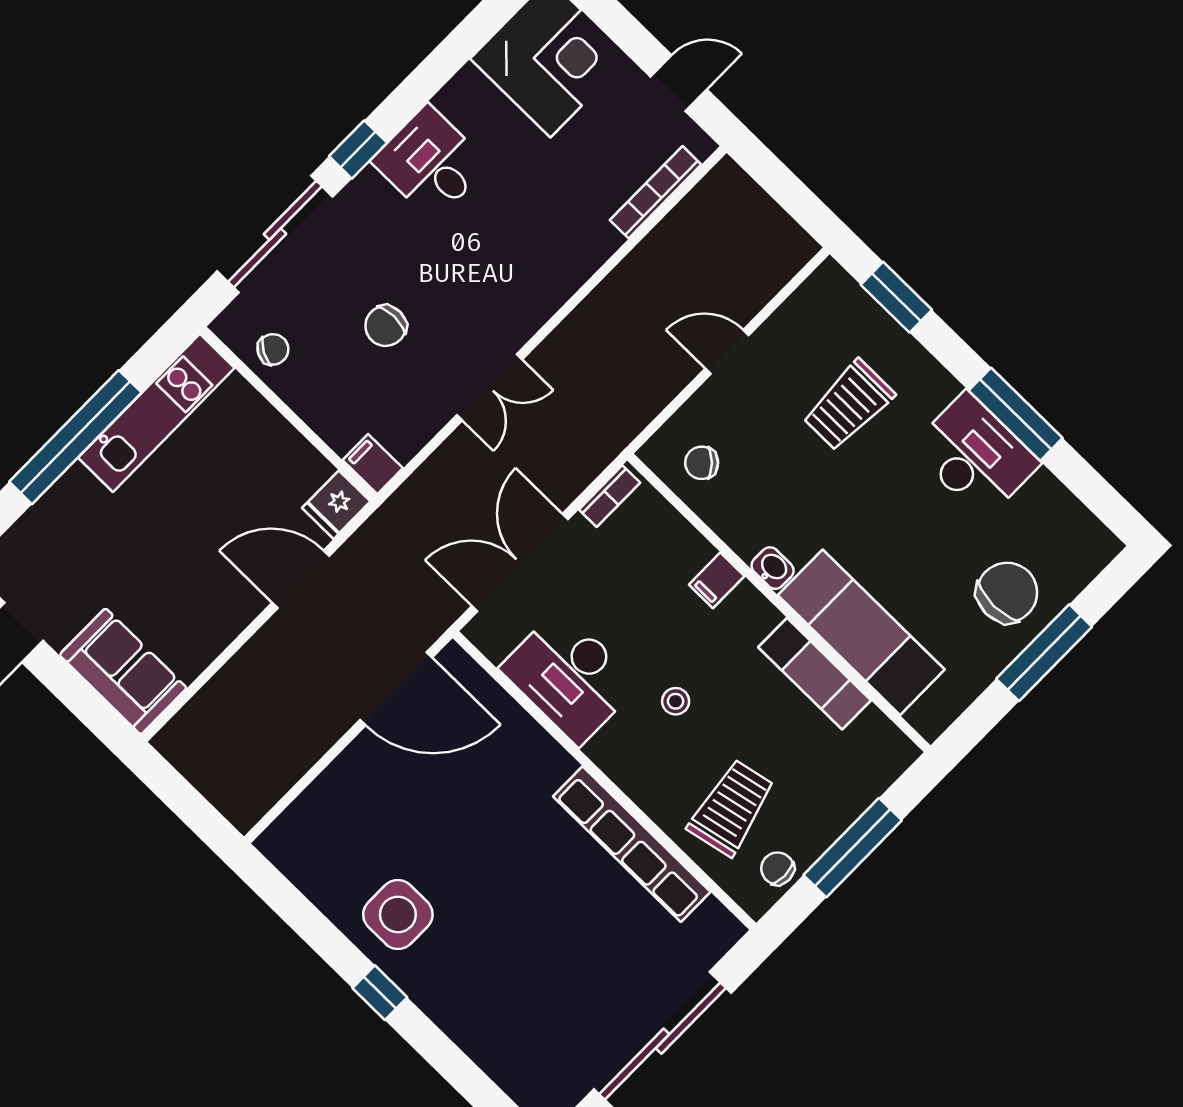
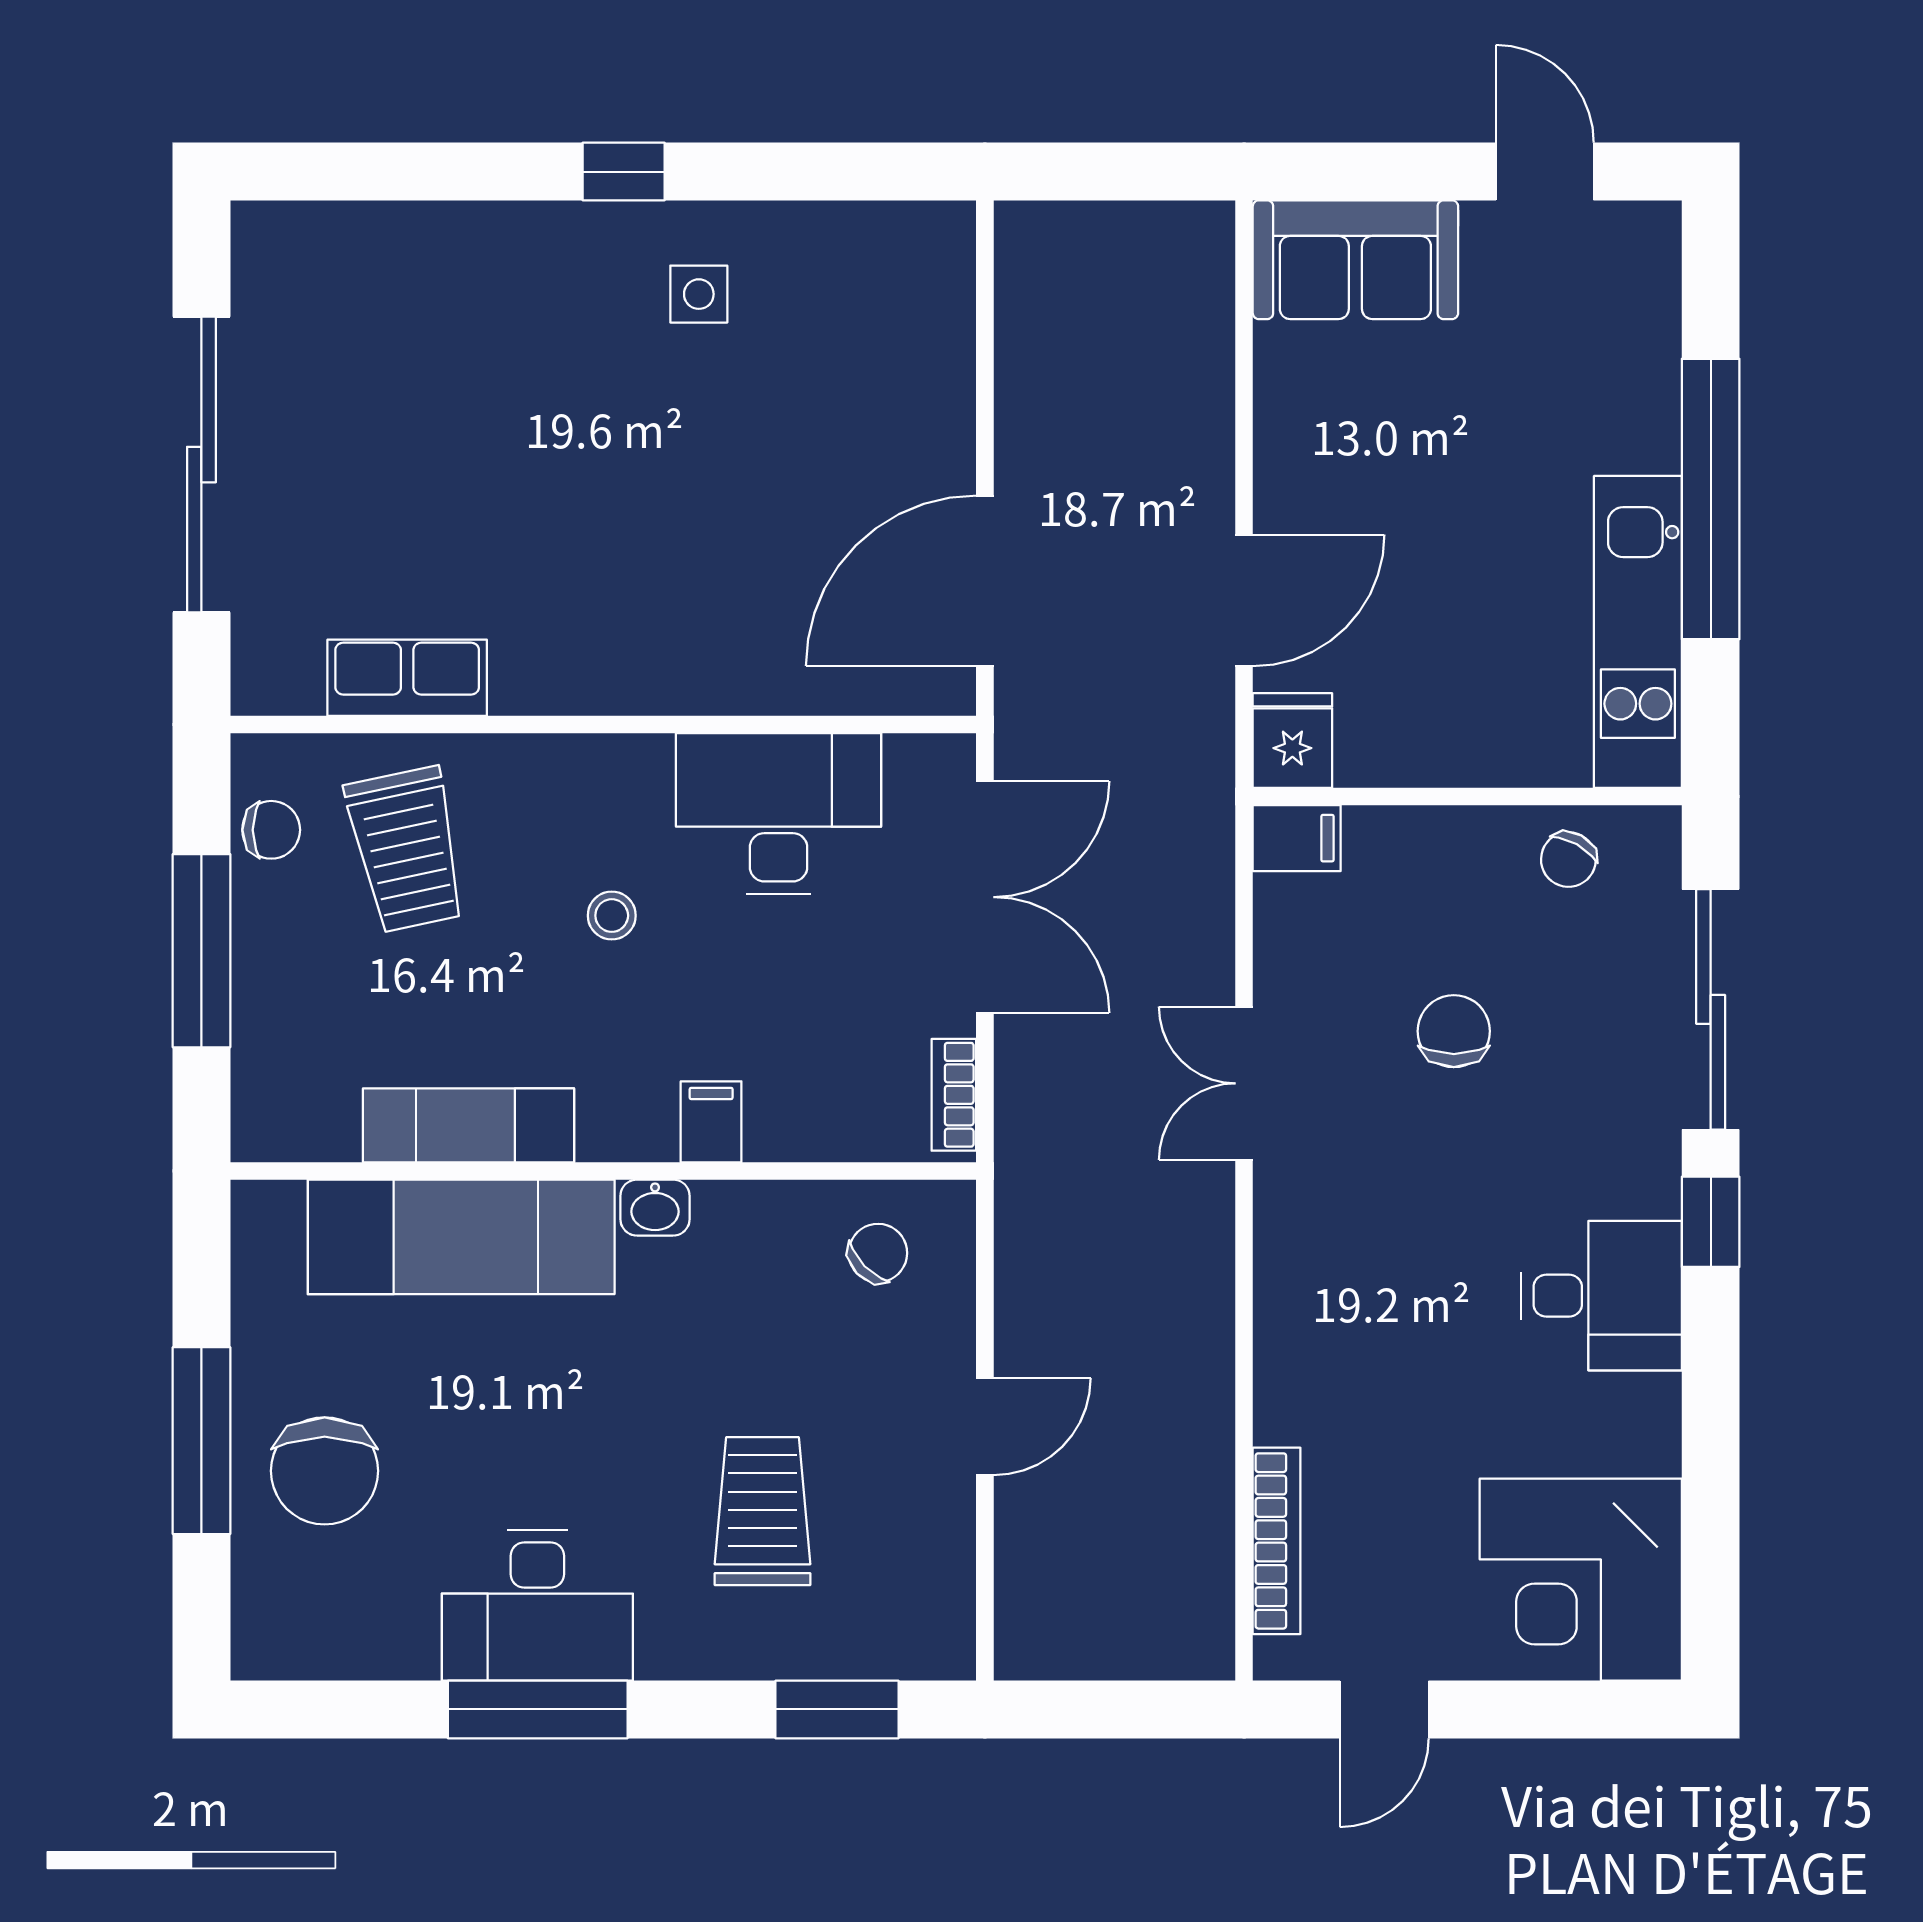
row of seats: (632, 844) -> (407, 678), width x0.50
side table: (398, 914) -> (699, 294), width x0.54, depth x0.54

